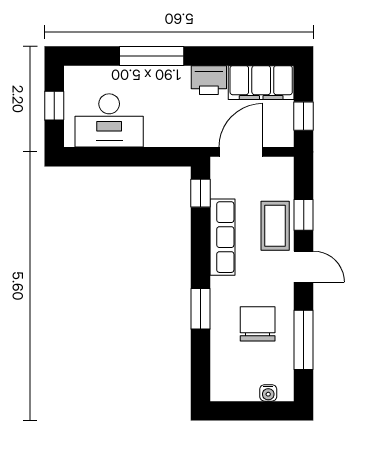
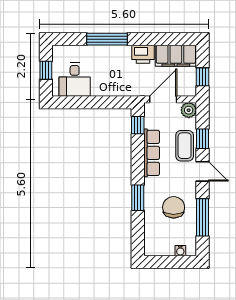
desk: (109, 120) -> (75, 80), width x0.73
plant: (281, 169) -> (189, 110), added

